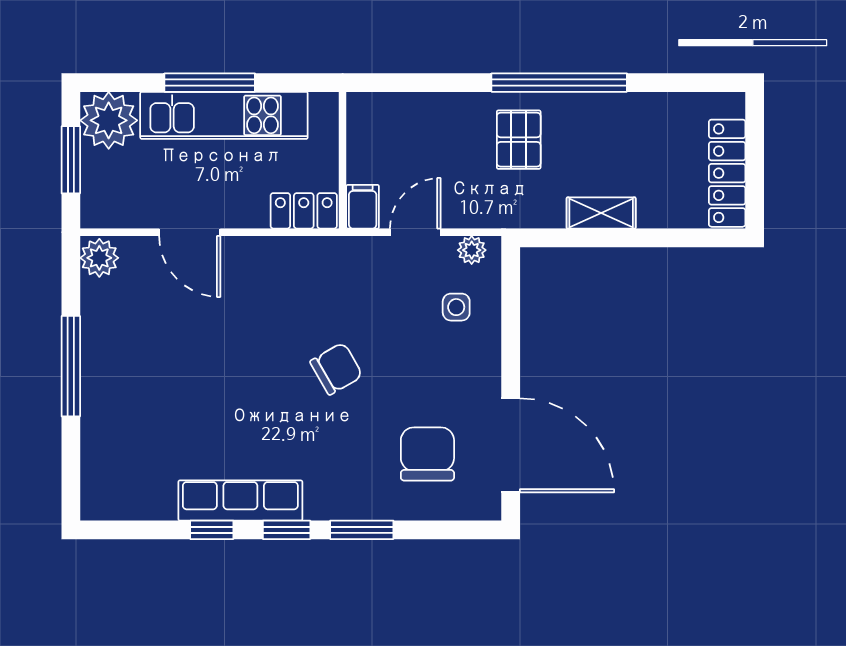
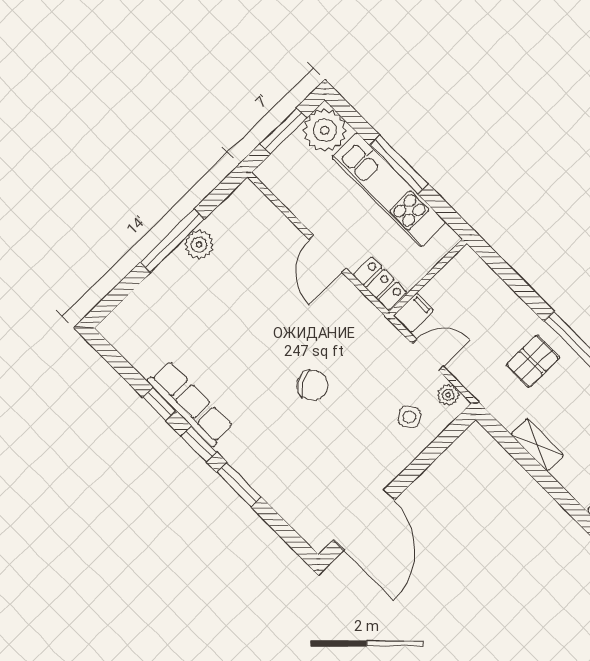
door: (190, 232) -> (328, 254), moved
plant: (99, 258) -> (199, 245), moved
side table: (456, 307) -> (409, 417), turned -37
chair: (427, 454) -> (315, 480), removed

